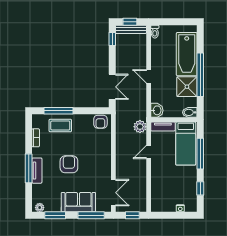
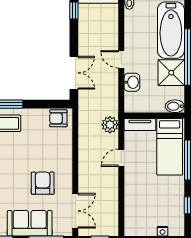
washbasin: (157, 110) -> (132, 82), moved
armchair: (100, 122) -> (58, 118), turned 90
armchair: (69, 164) -> (43, 183), moved

